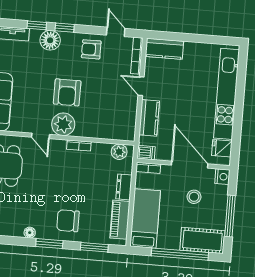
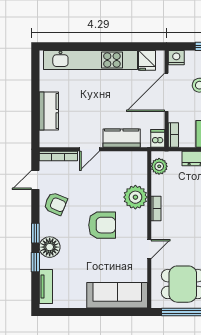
armchair: (91, 49) -> (56, 204), turned -67
kitchen counter: (164, 49) -> (49, 111), moved
plant: (63, 124) -> (135, 197), moved

